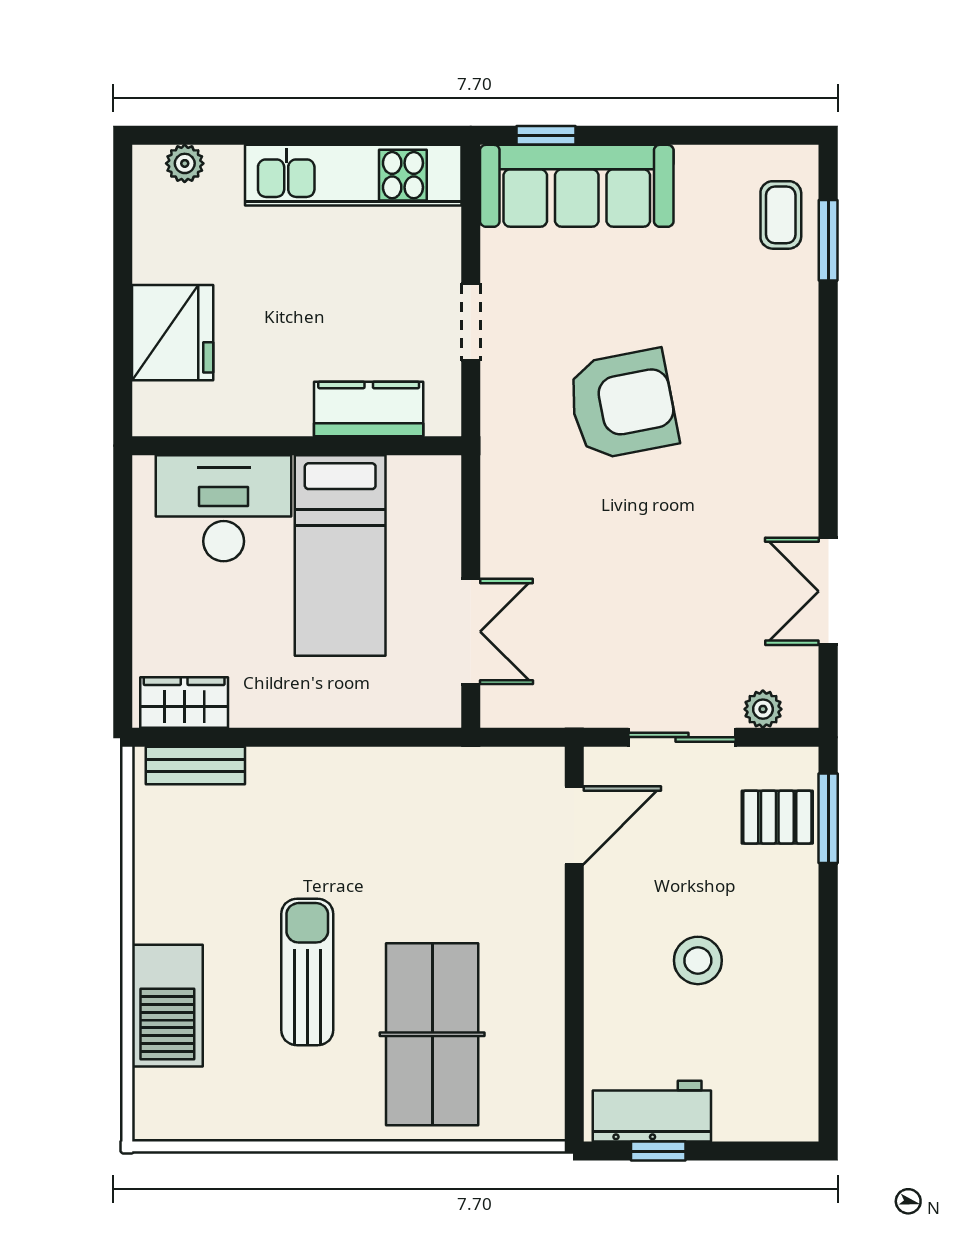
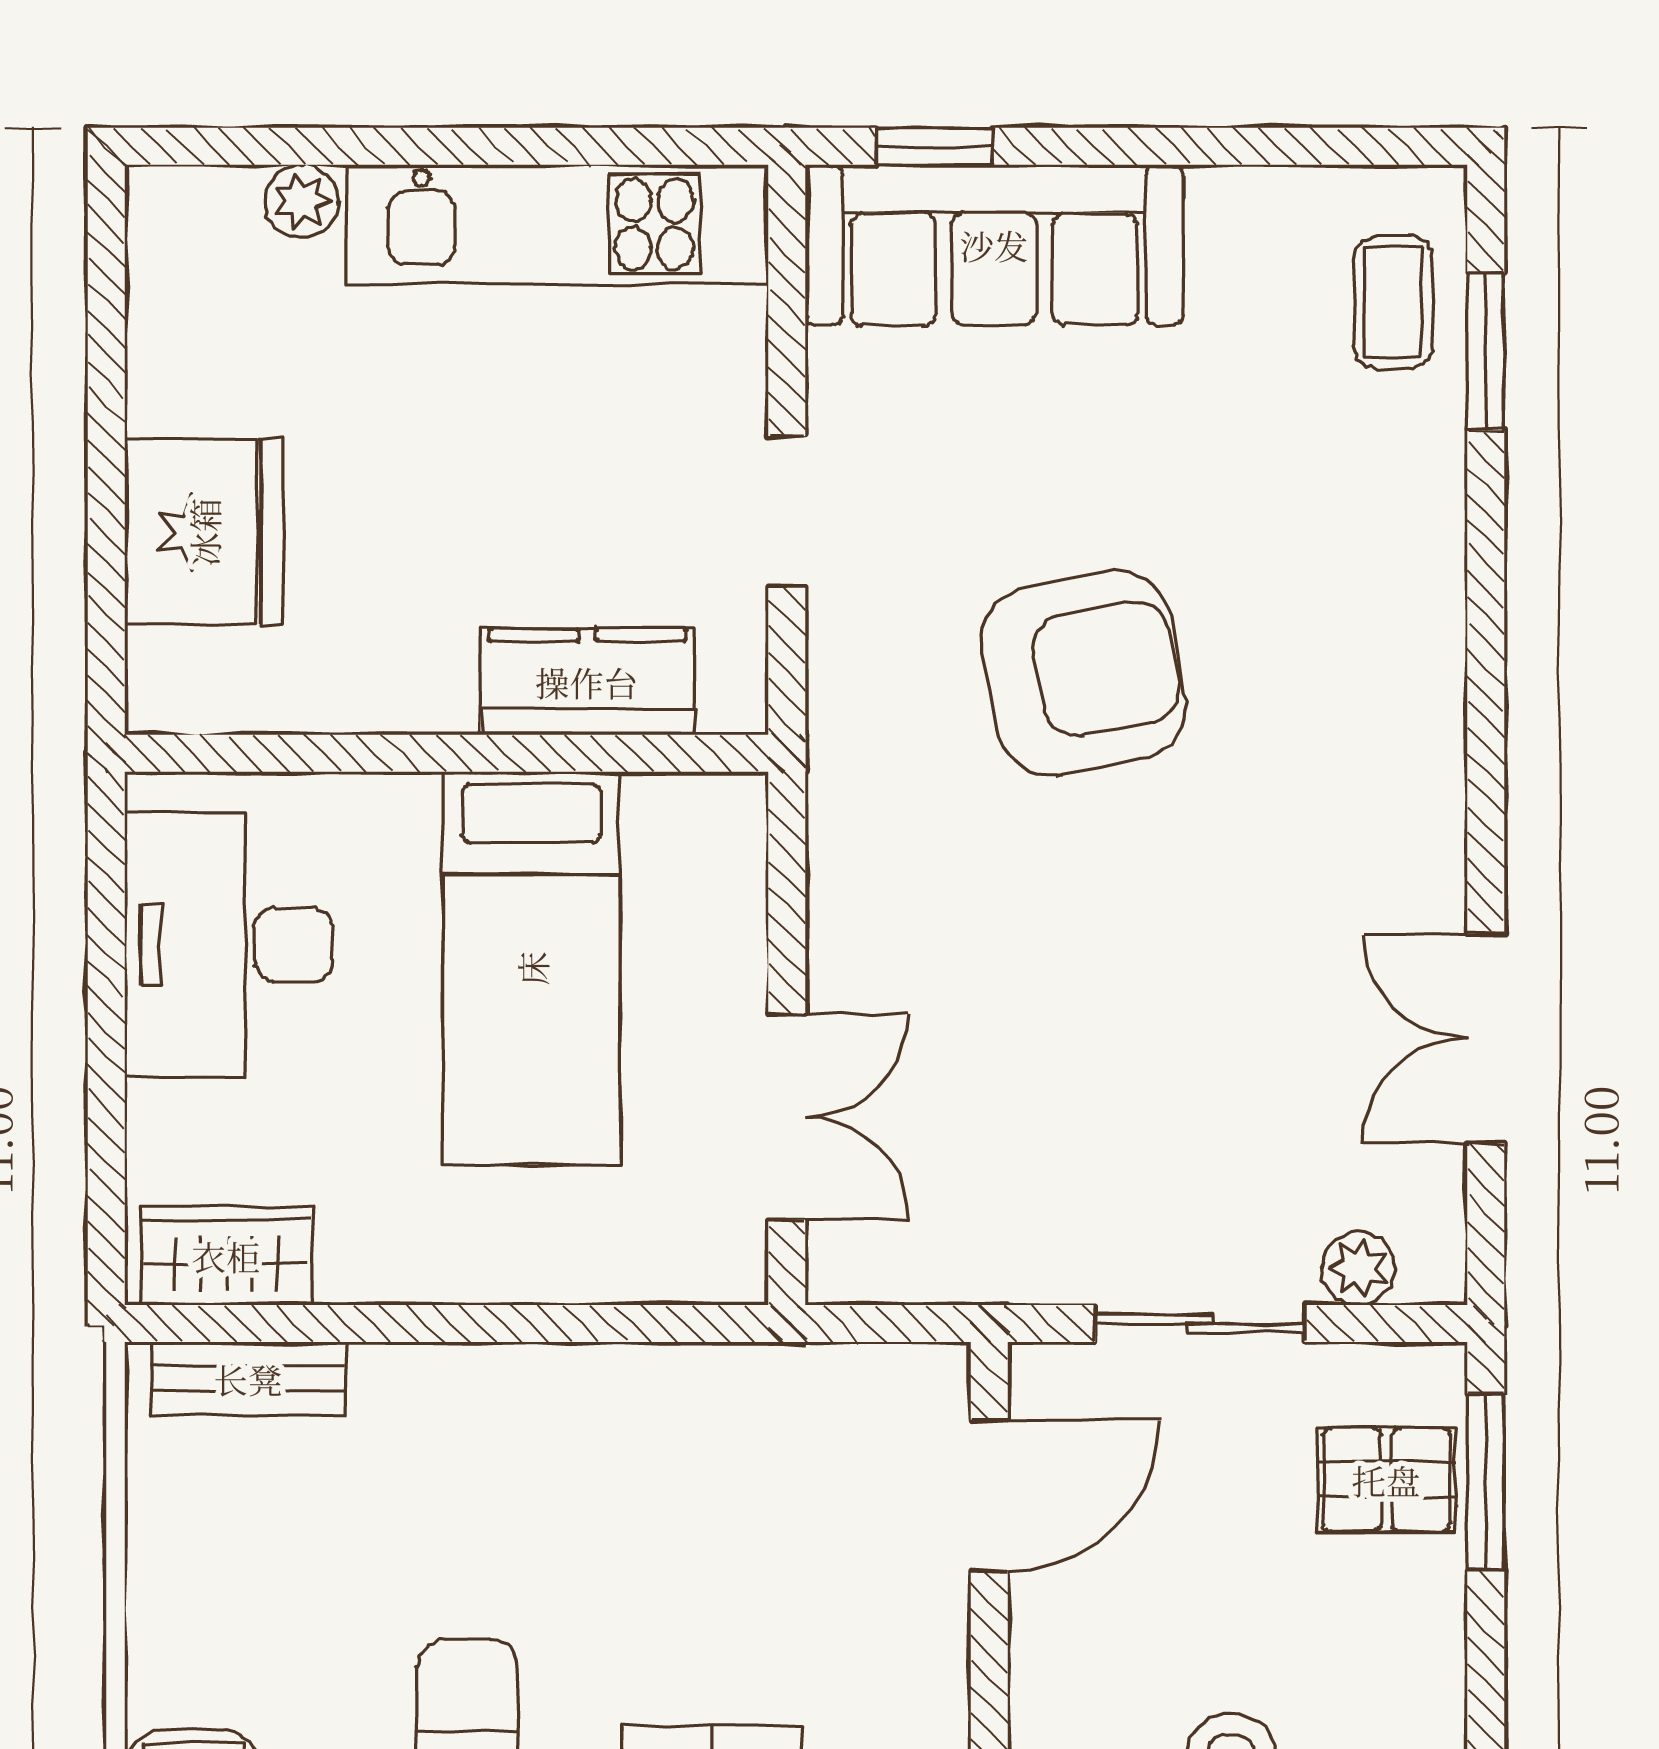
plant: (185, 163) -> (302, 201), moved
desk: (224, 508) -> (229, 945), moved, turned -90

